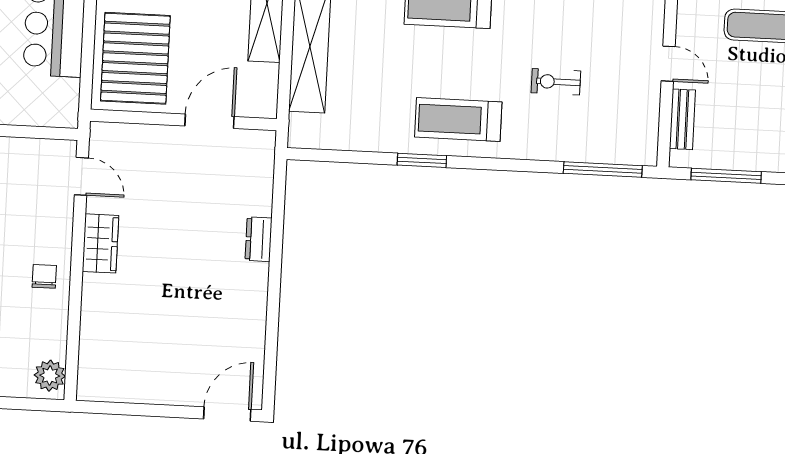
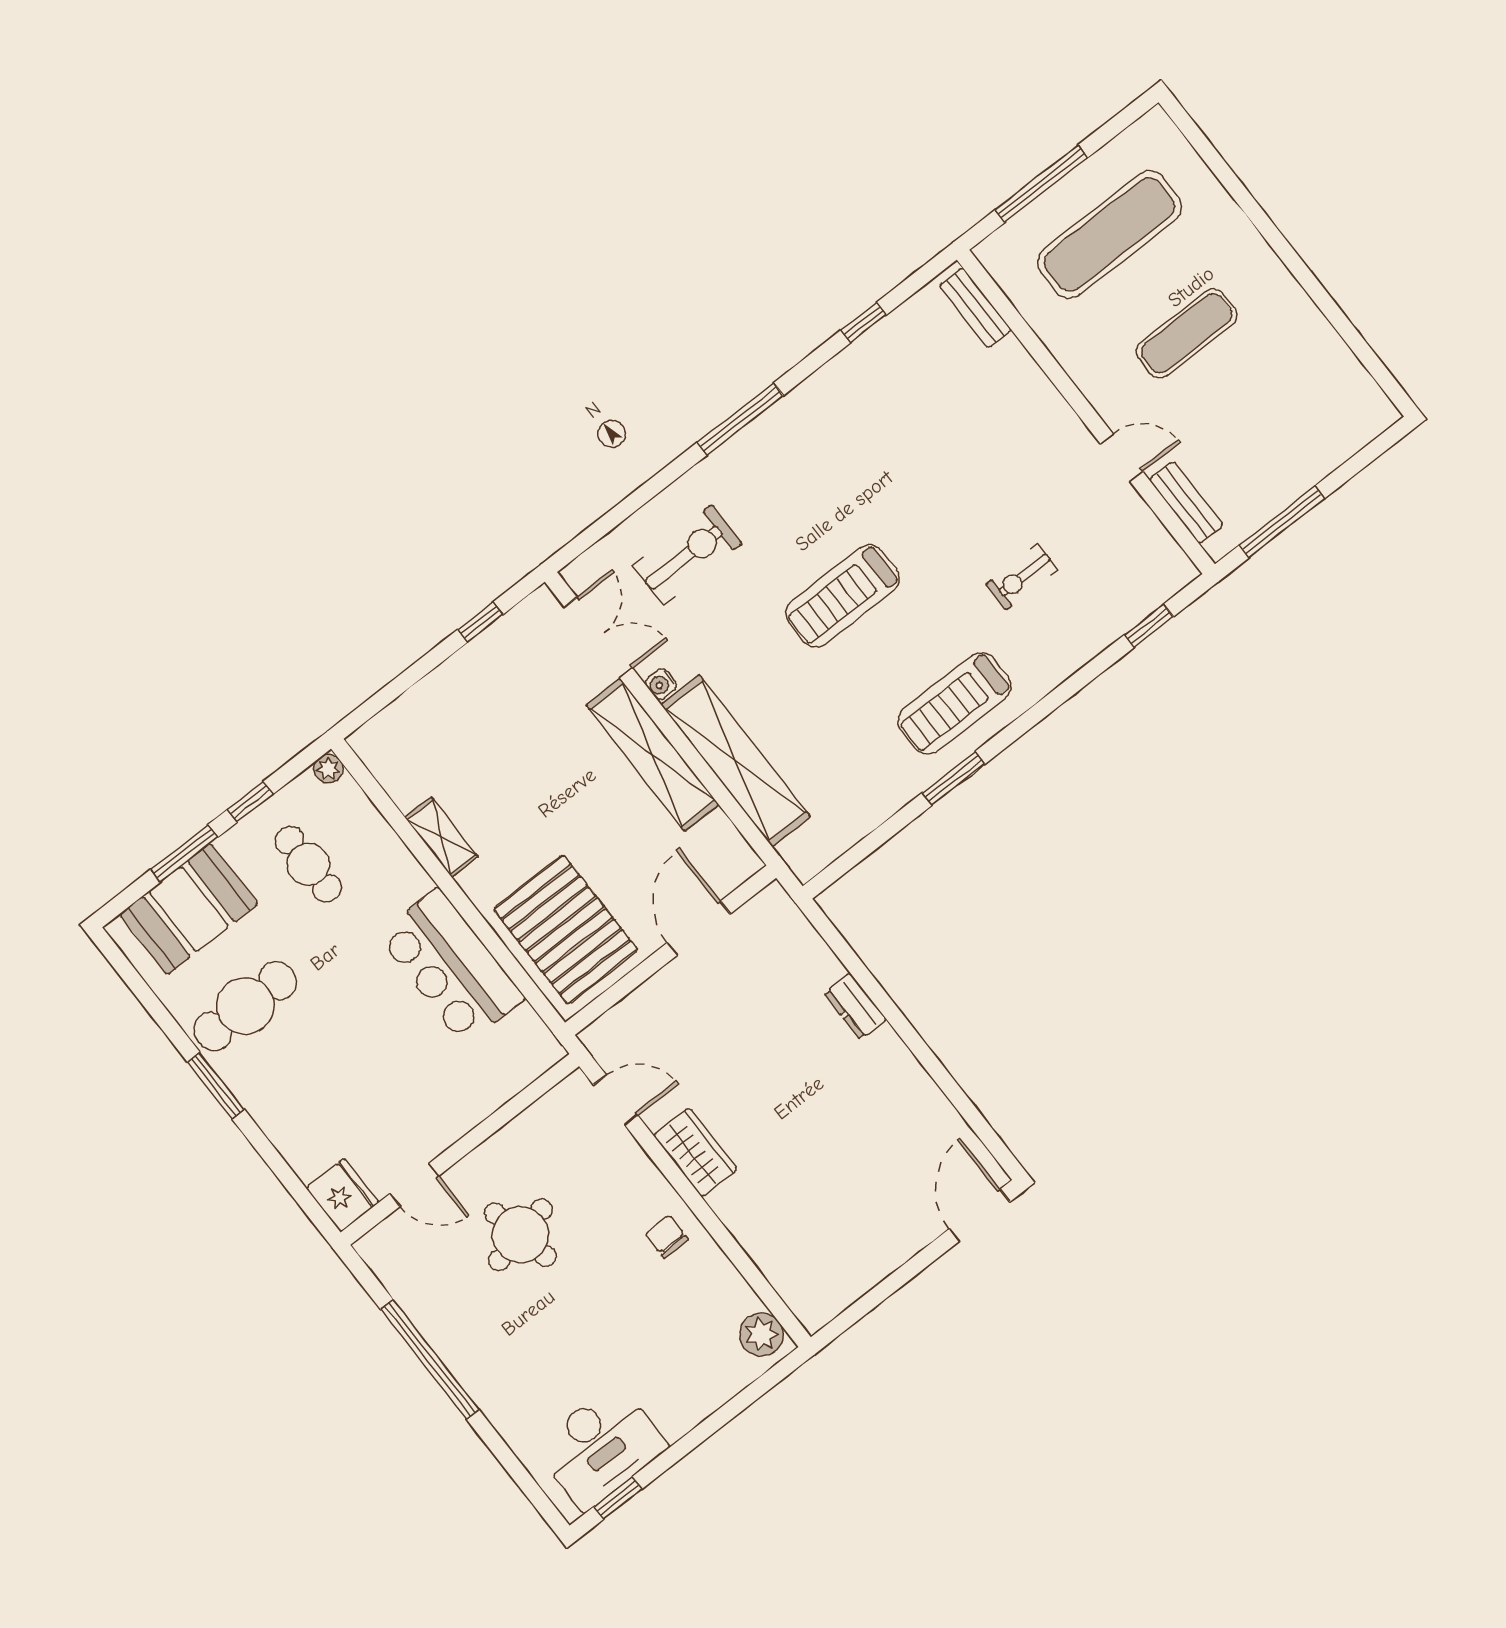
window: (603, 170) -> (1149, 626), width x0.46

